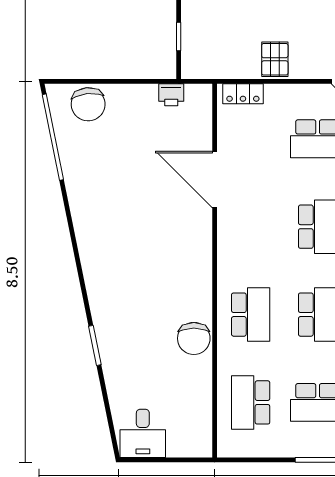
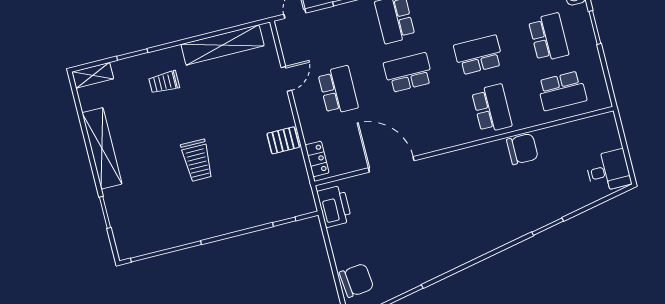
printer: (171, 95) -> (334, 206), width x1.87, depth x1.48
door: (215, 179) -> (391, 164), swing flipped
school desk: (251, 315) -> (492, 108), turned 90

